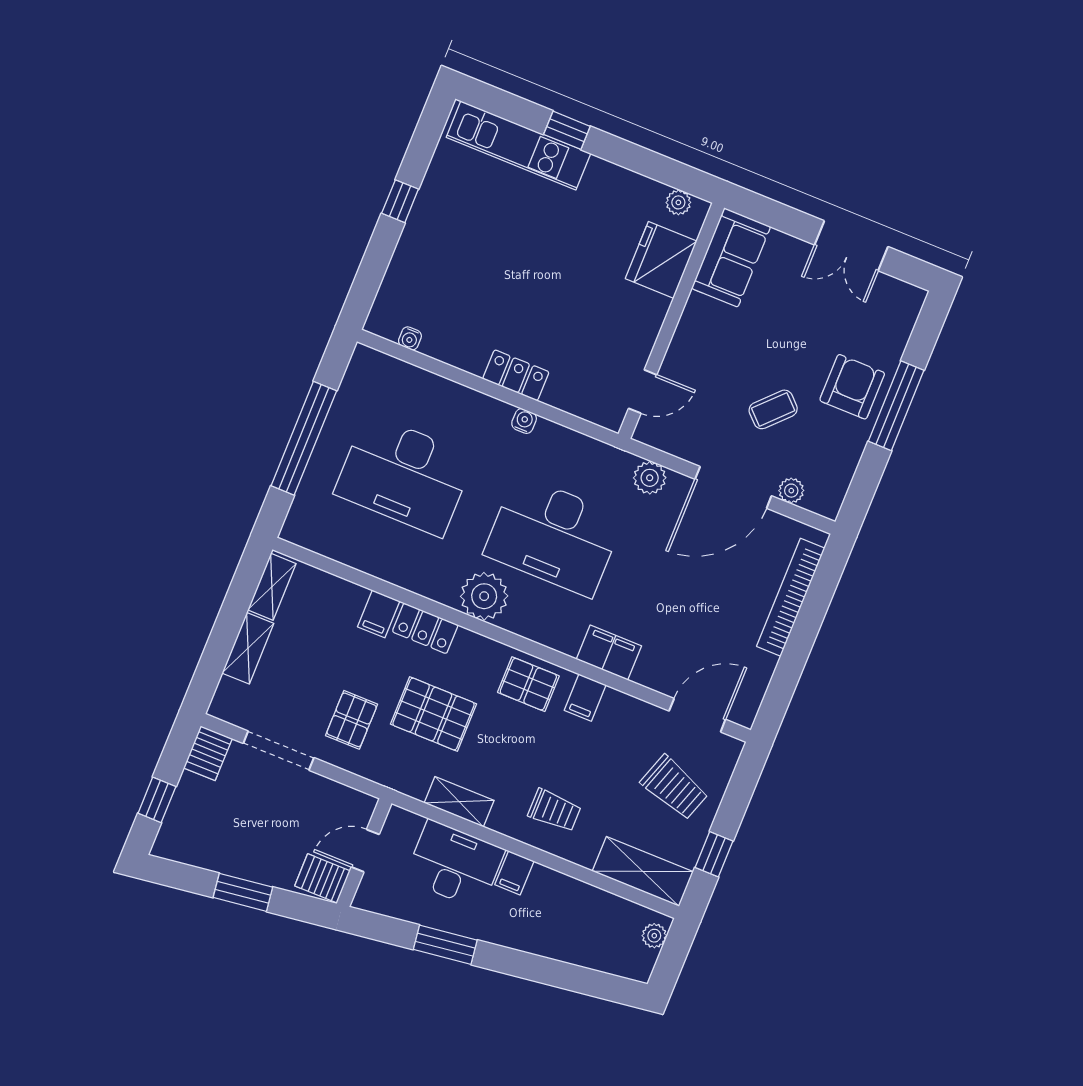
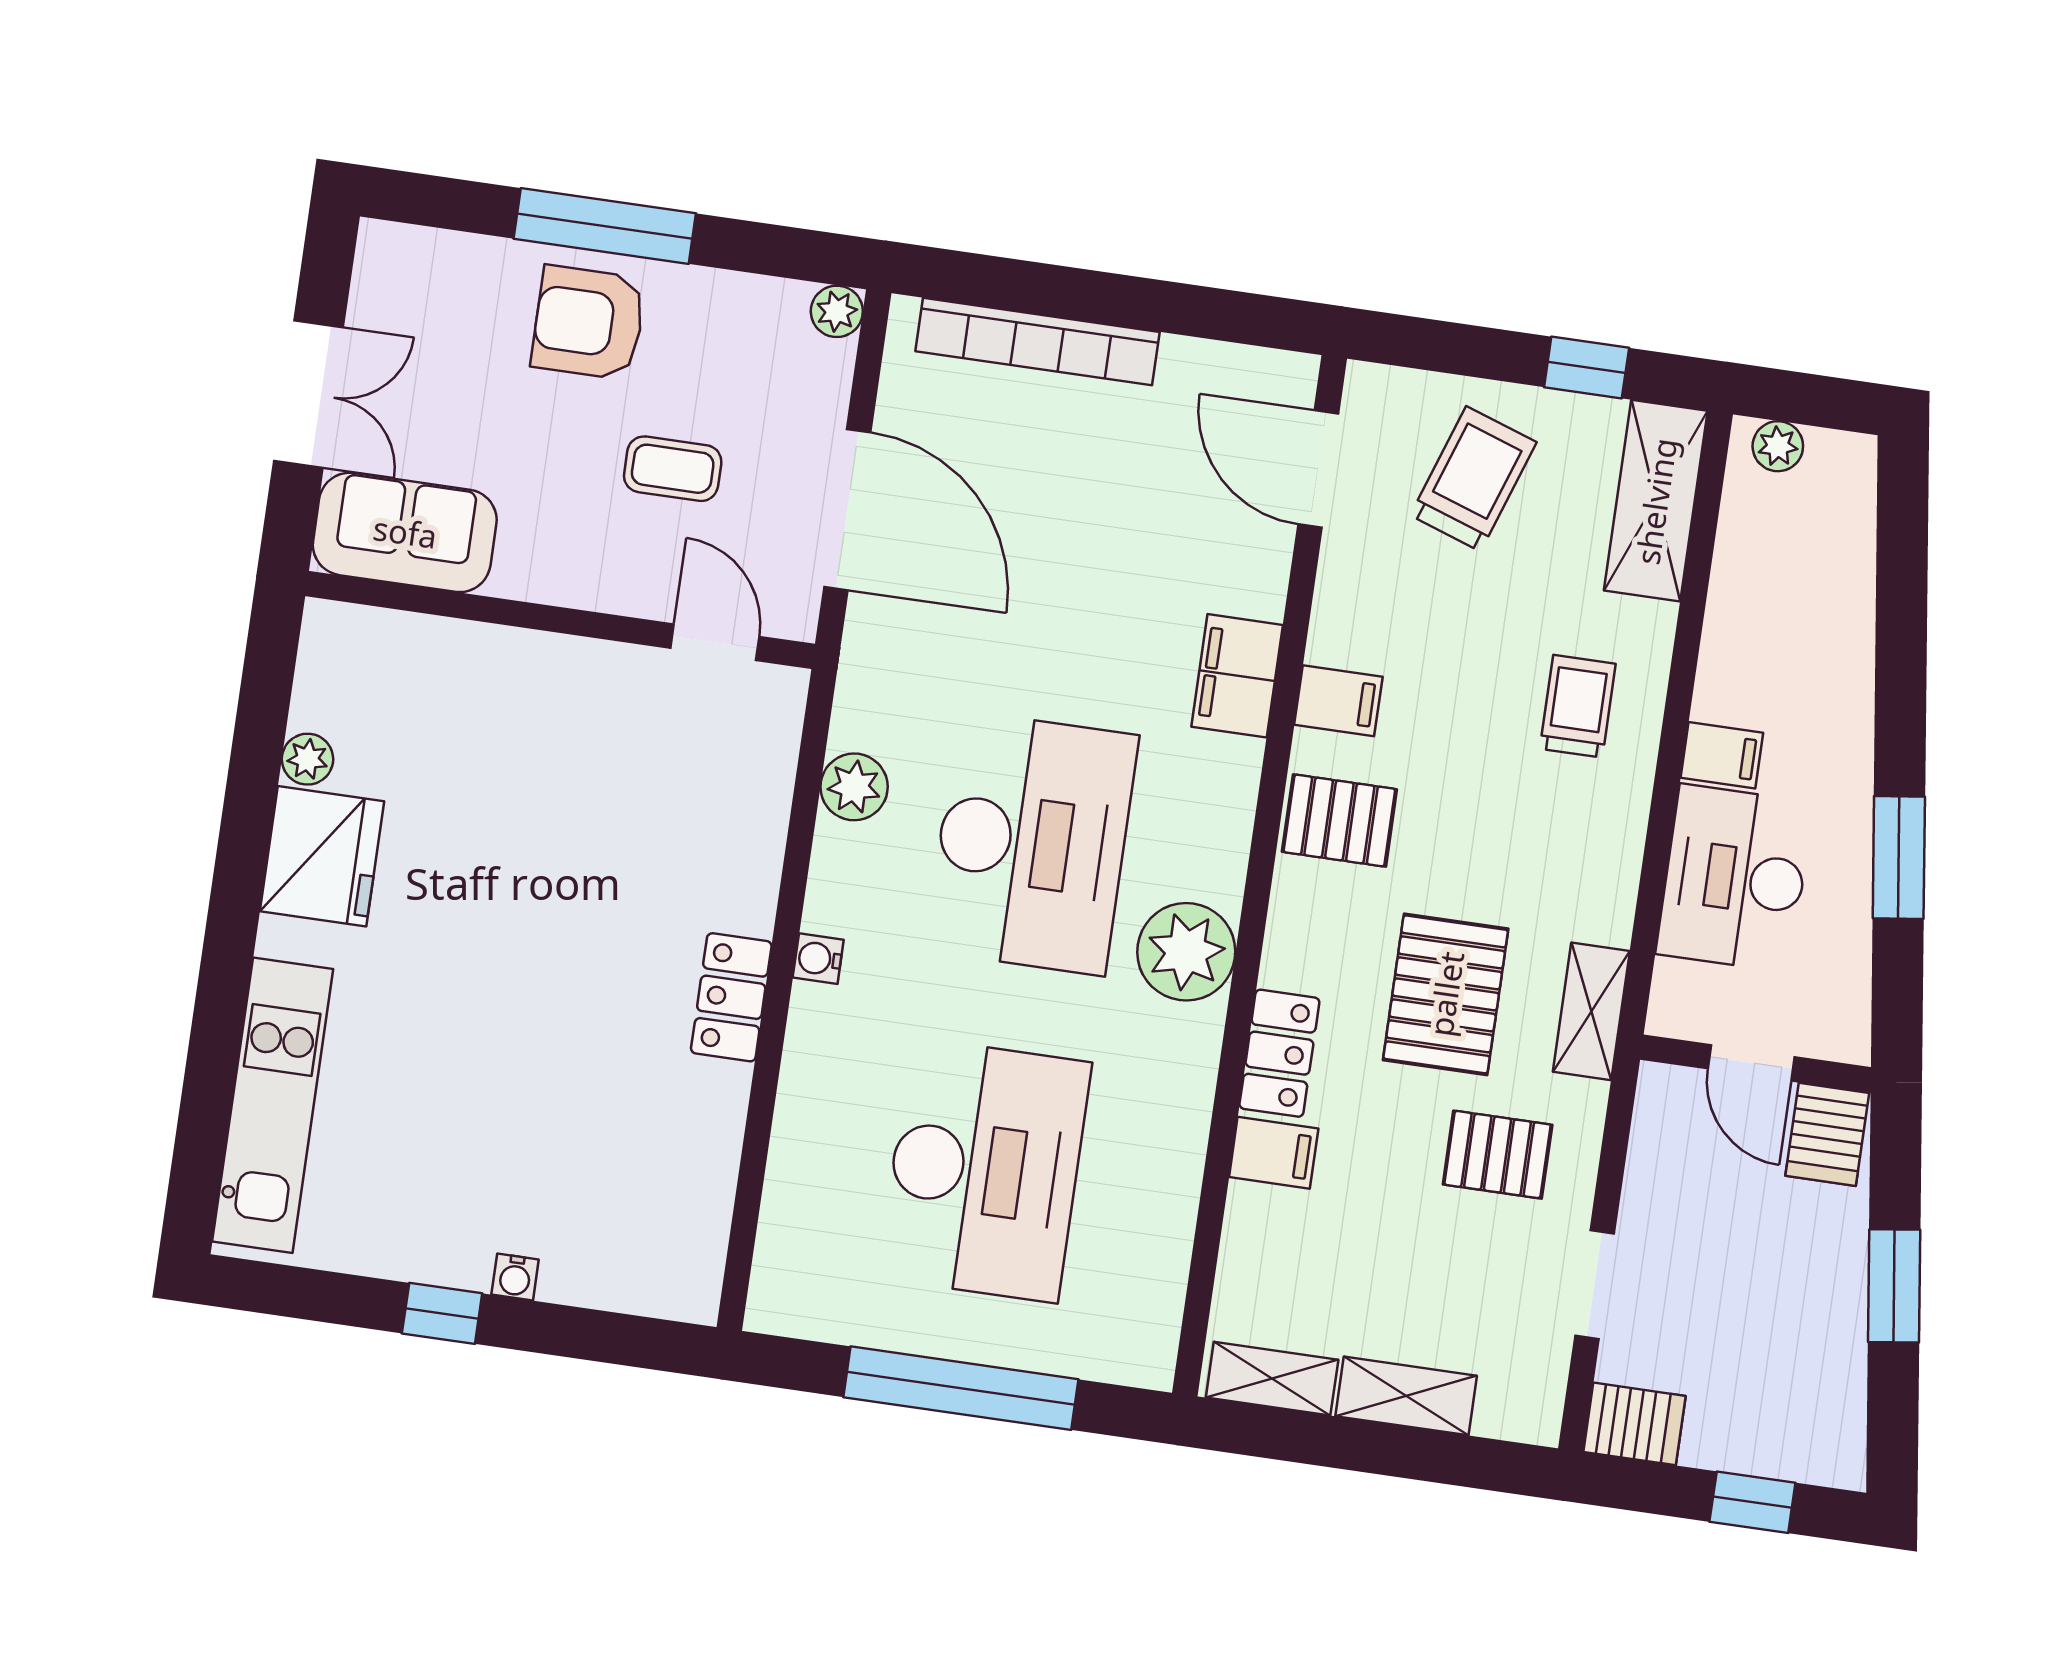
window: (567, 130) -> (219, 1016), removed
sofa: (731, 257) -> (405, 532), moved
fridge: (661, 260) -> (322, 856), moved, turned -90
wall: (671, 321) -> (560, 620), moved
water cooler: (410, 338) -> (515, 1277), moved, turned 90
door: (643, 392) -> (715, 642), moved
coffee table: (773, 409) -> (673, 469), turned -44
plant: (650, 478) -> (854, 787), moved
plant: (791, 491) -> (837, 311), moved
pallet: (528, 684) -> (1339, 821), turned 90
doorway: (279, 751) -> (1595, 1285), width x0.73
shelving: (459, 802) -> (1591, 1011), moved

